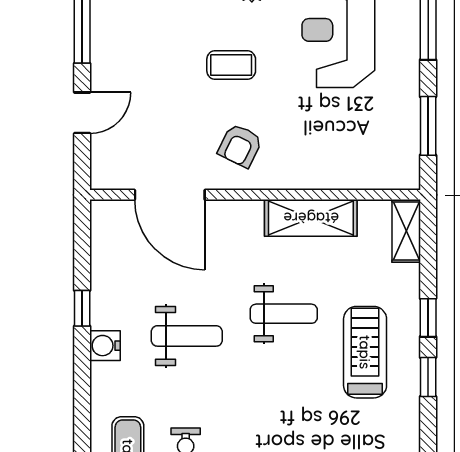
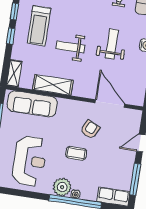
armchair: (240, 146) -> (90, 130), moved
sofa: (353, 165) -> (32, 104), added
weight bench: (187, 336) -> (112, 44), turned 90

